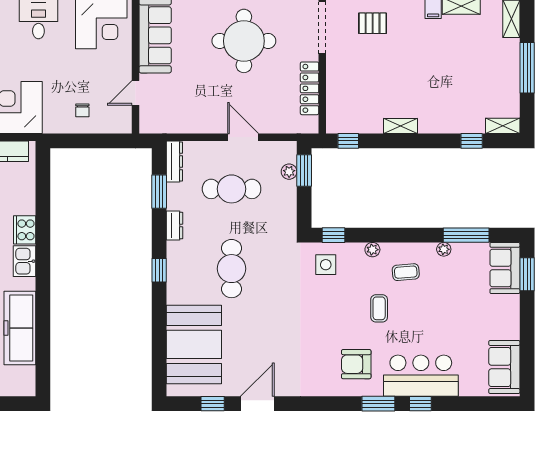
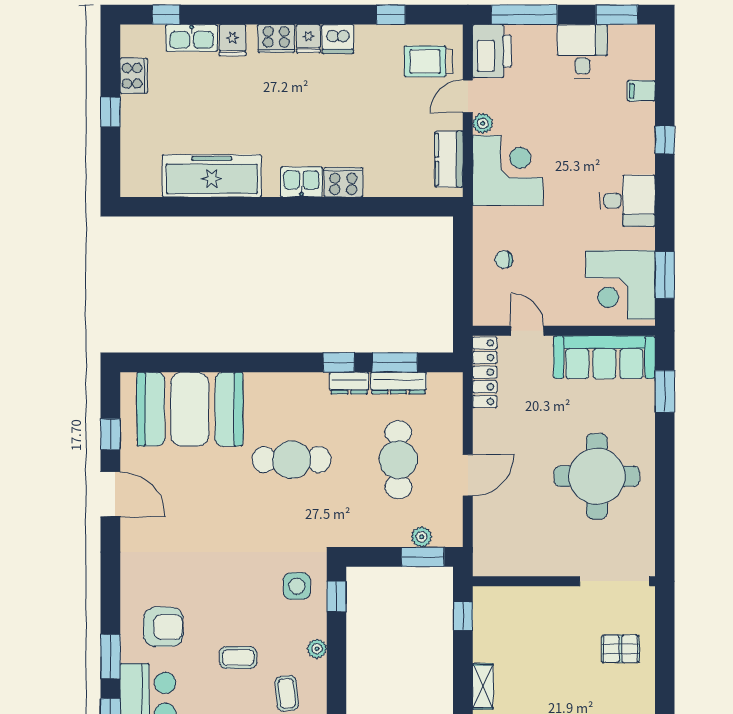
pallet: (373, 23) -> (621, 649), turned 90
locker: (310, 88) -> (485, 372), moved, turned 90
dresser: (174, 162) -> (399, 383), moved
window: (159, 270) -> (339, 362), moved
armchair: (356, 364) -> (163, 627), turned 90

